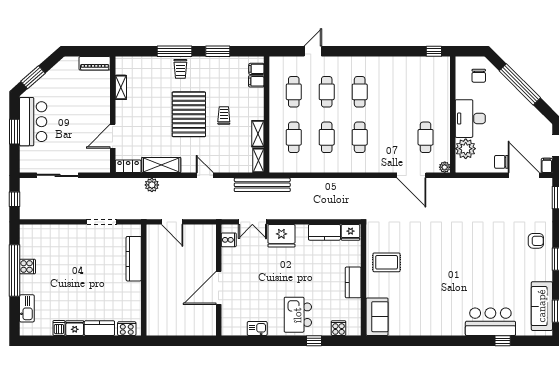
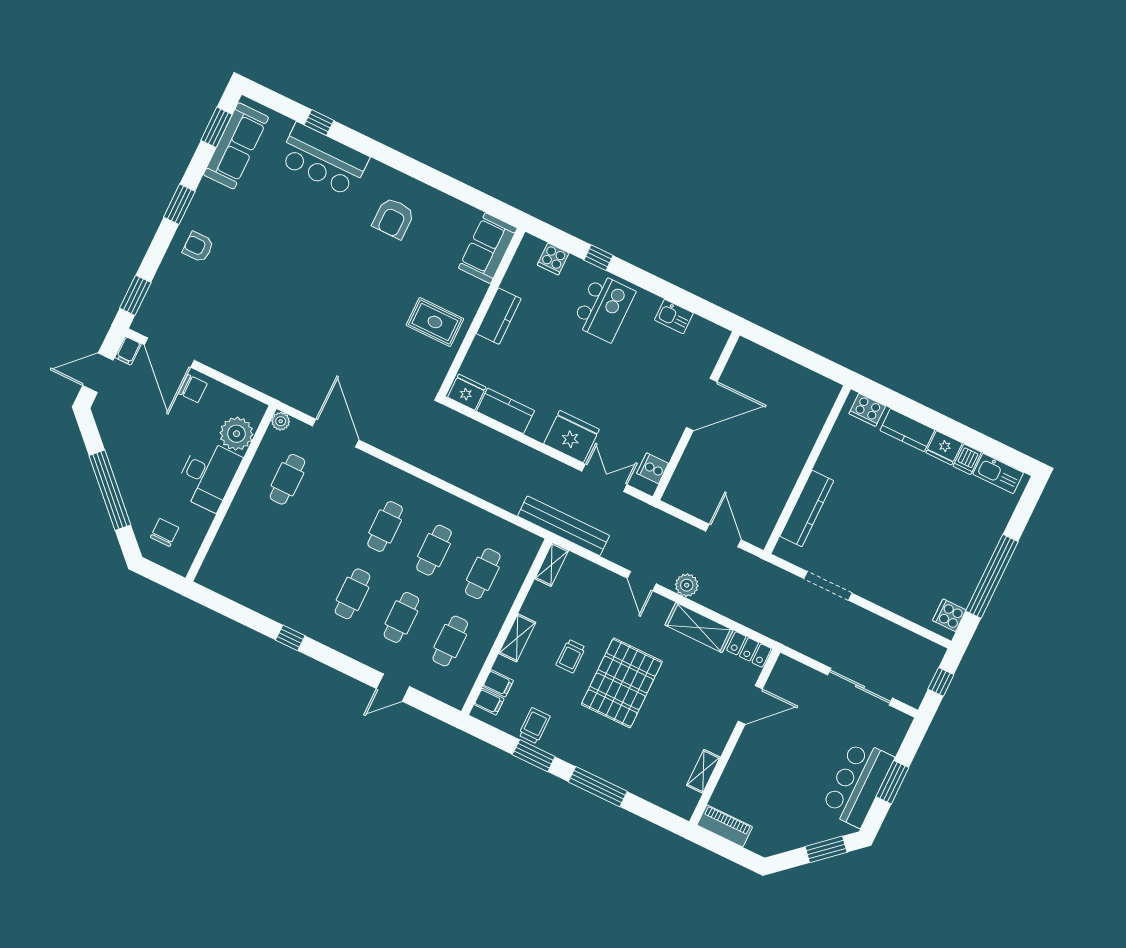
window: (434, 51) -> (290, 638), moved
trolley: (180, 69) -> (534, 726), moved
shelving: (258, 134) -> (517, 638), moved
plant: (152, 185) -> (687, 585), moved
cooker: (27, 267) -> (949, 615), moved
kitchen sink: (27, 308) -> (998, 473), moved, turned -90
armchair: (437, 308) -> (393, 218), added

